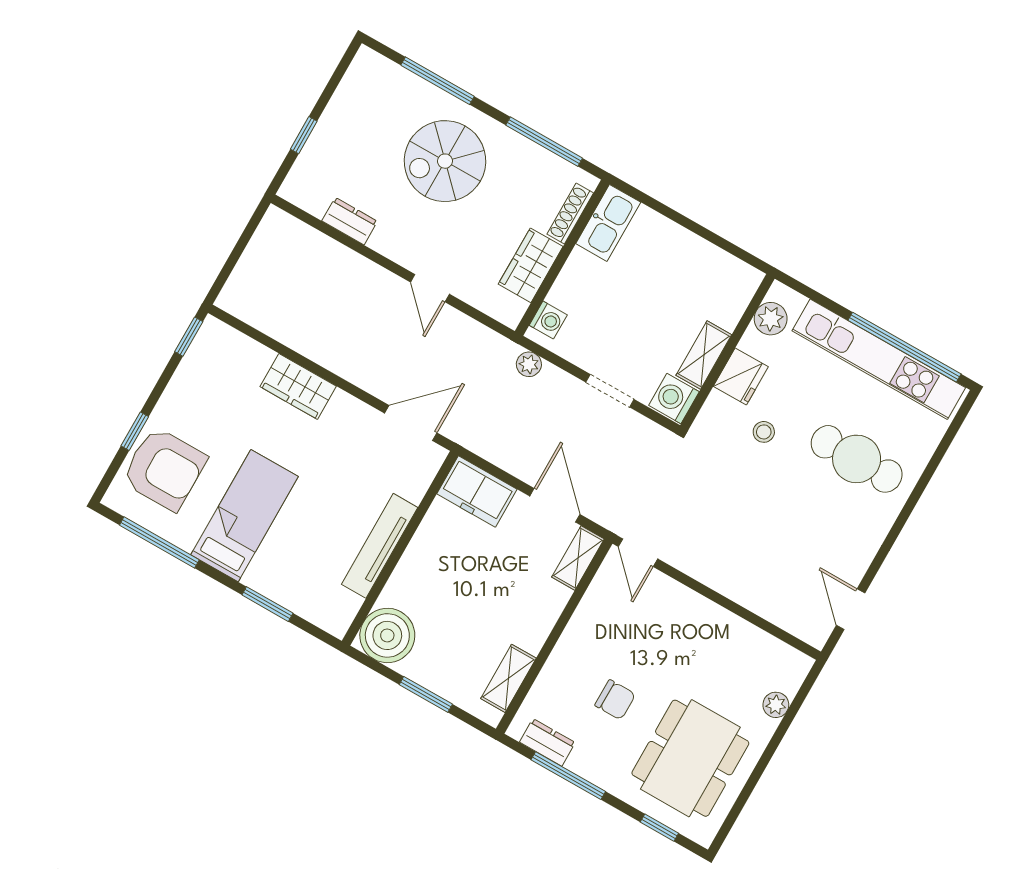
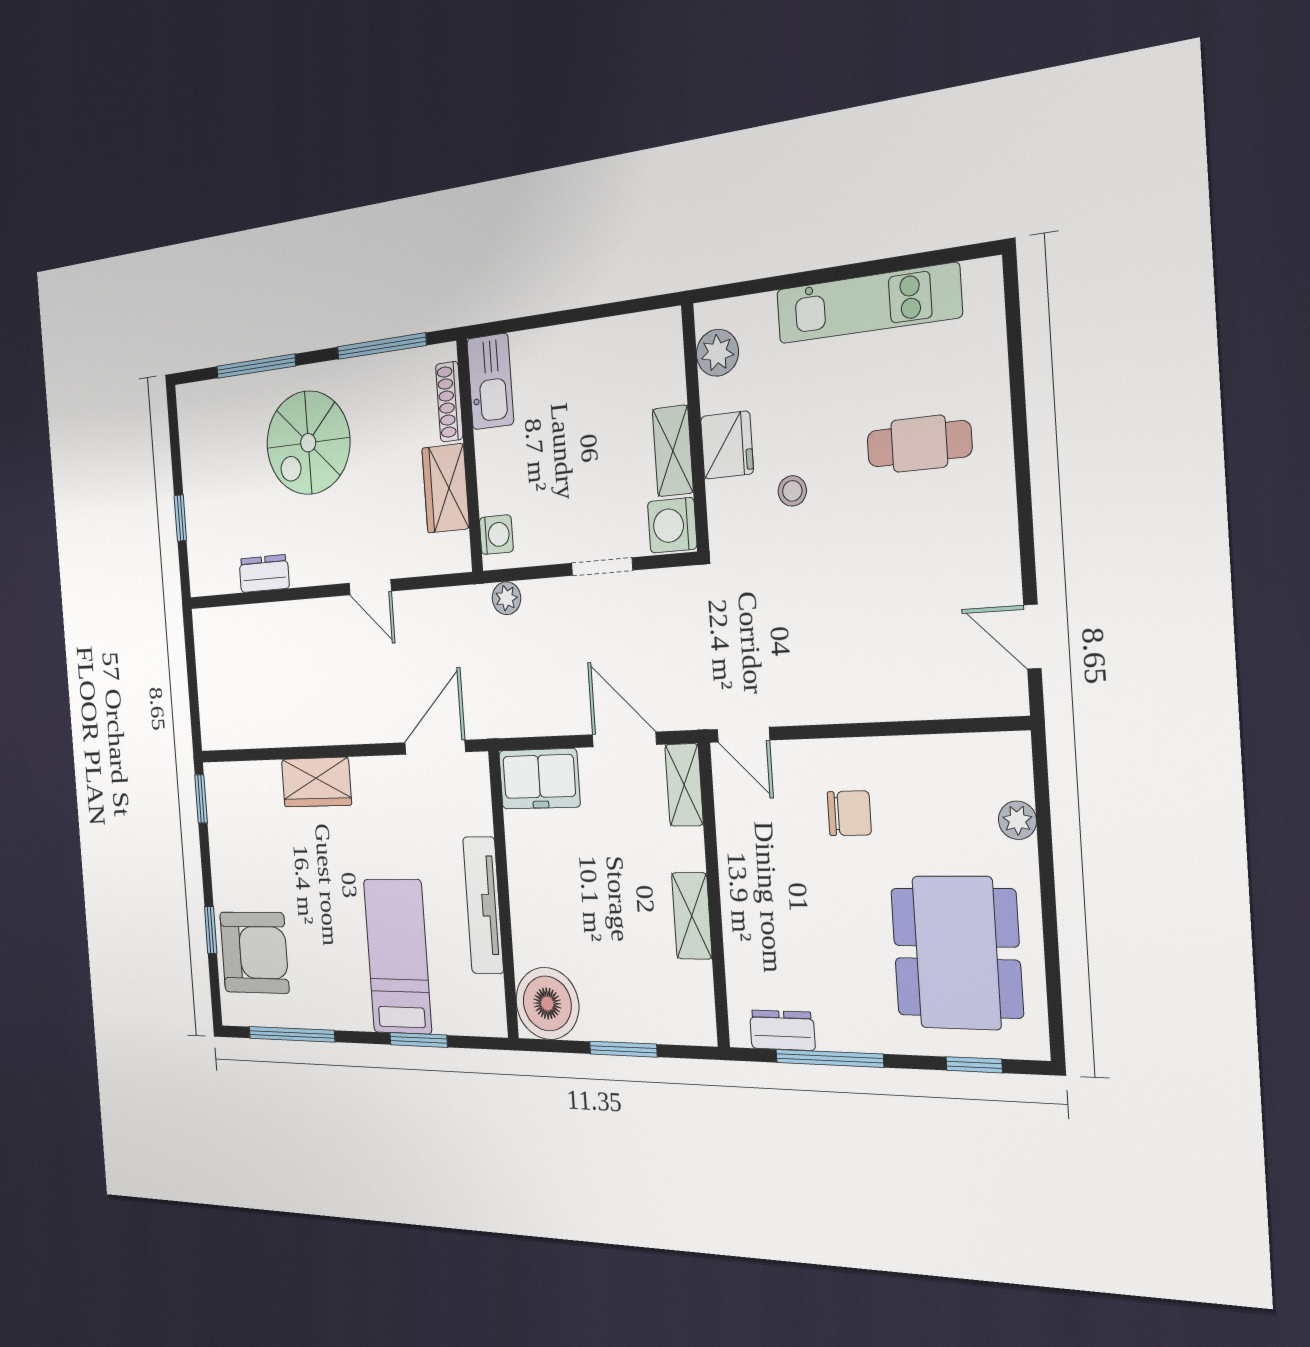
window: (904, 347) -> (888, 265), removed
kitchen unit: (879, 359) -> (868, 303), width x0.73
cafe table: (857, 459) -> (919, 444), width x0.73, depth x0.74
bed: (245, 516) -> (398, 956), moved
shelving: (508, 678) -> (692, 916), moved
chair: (615, 700) -> (849, 813), moved

